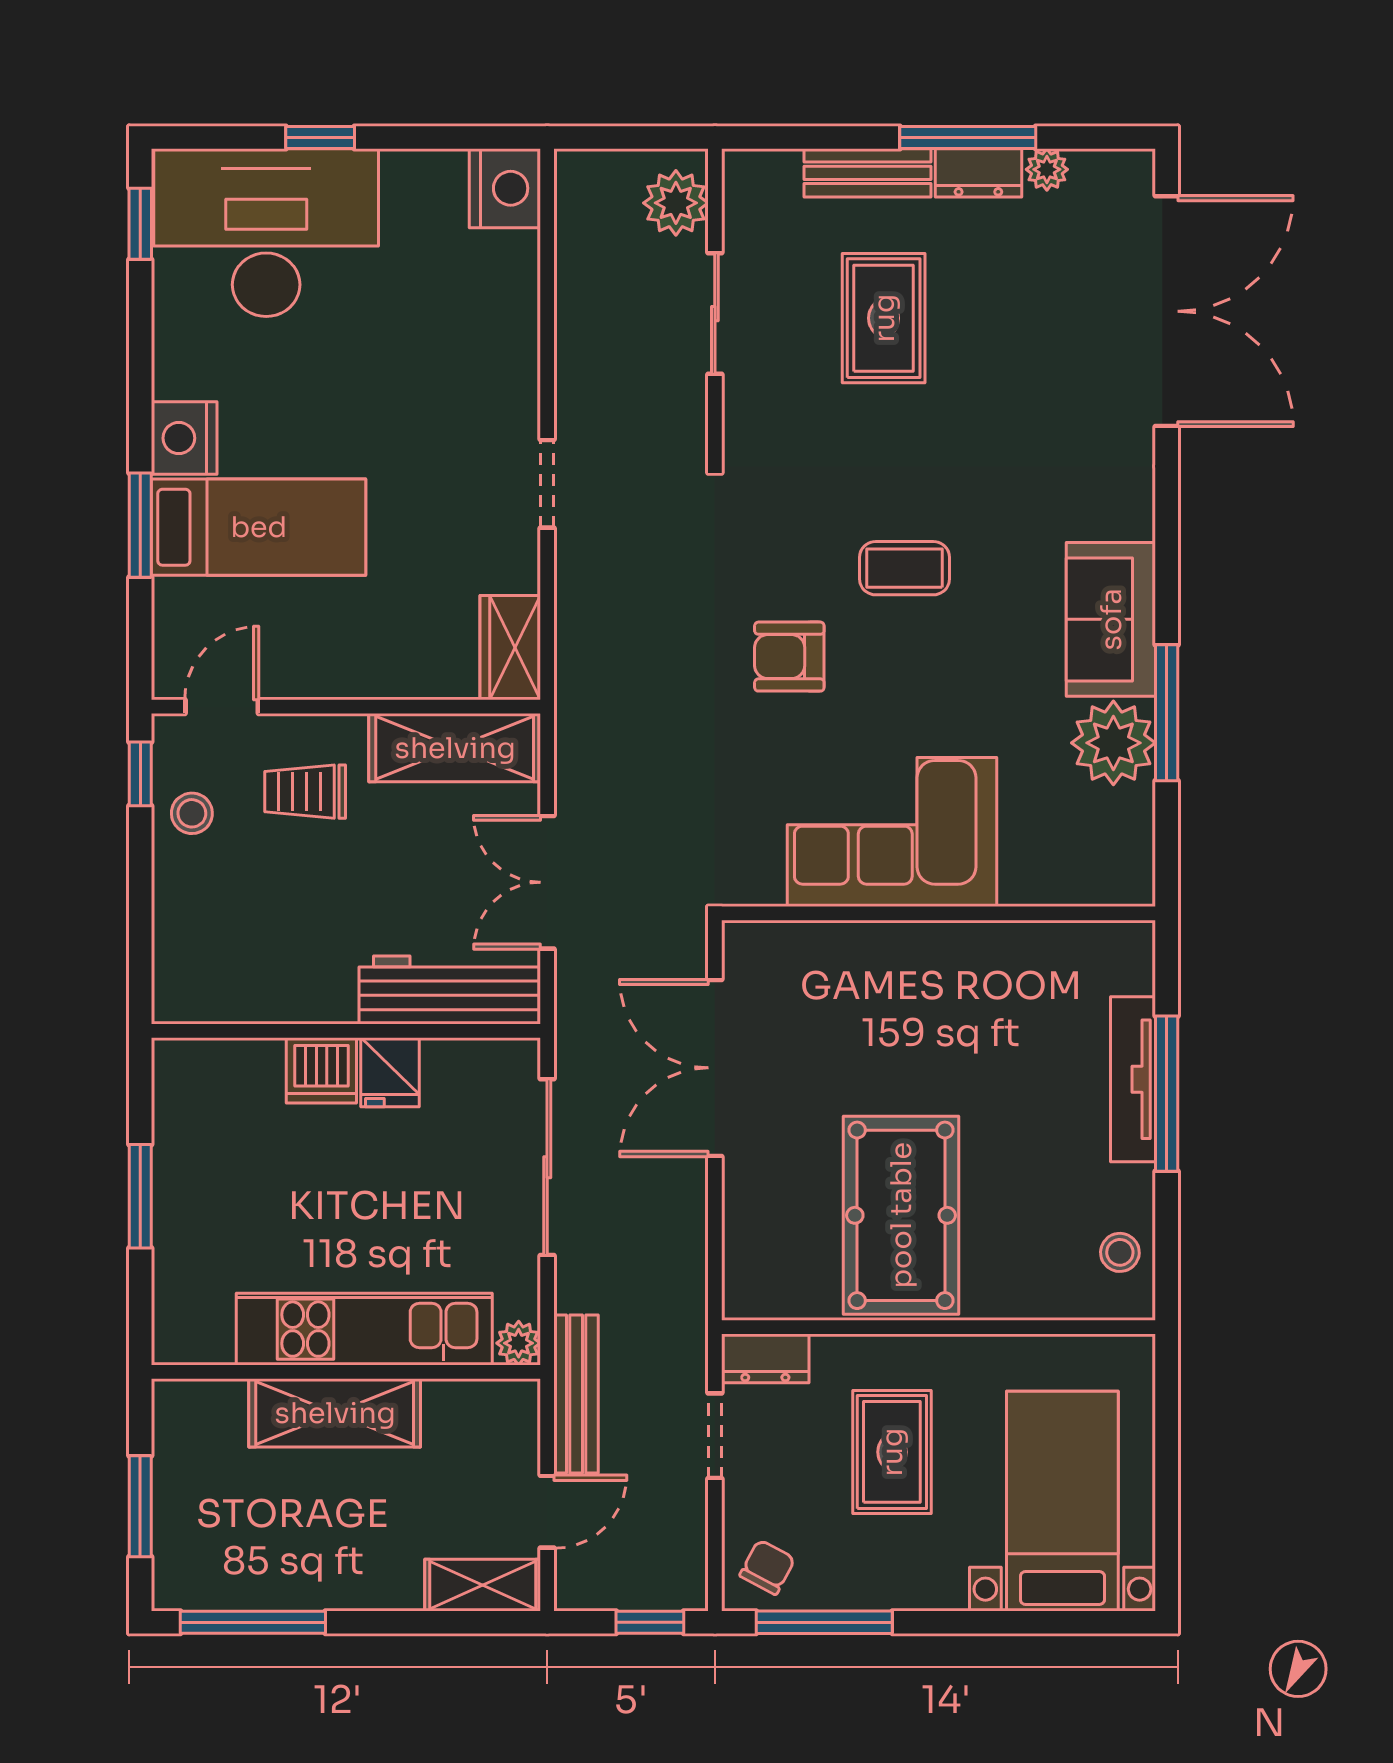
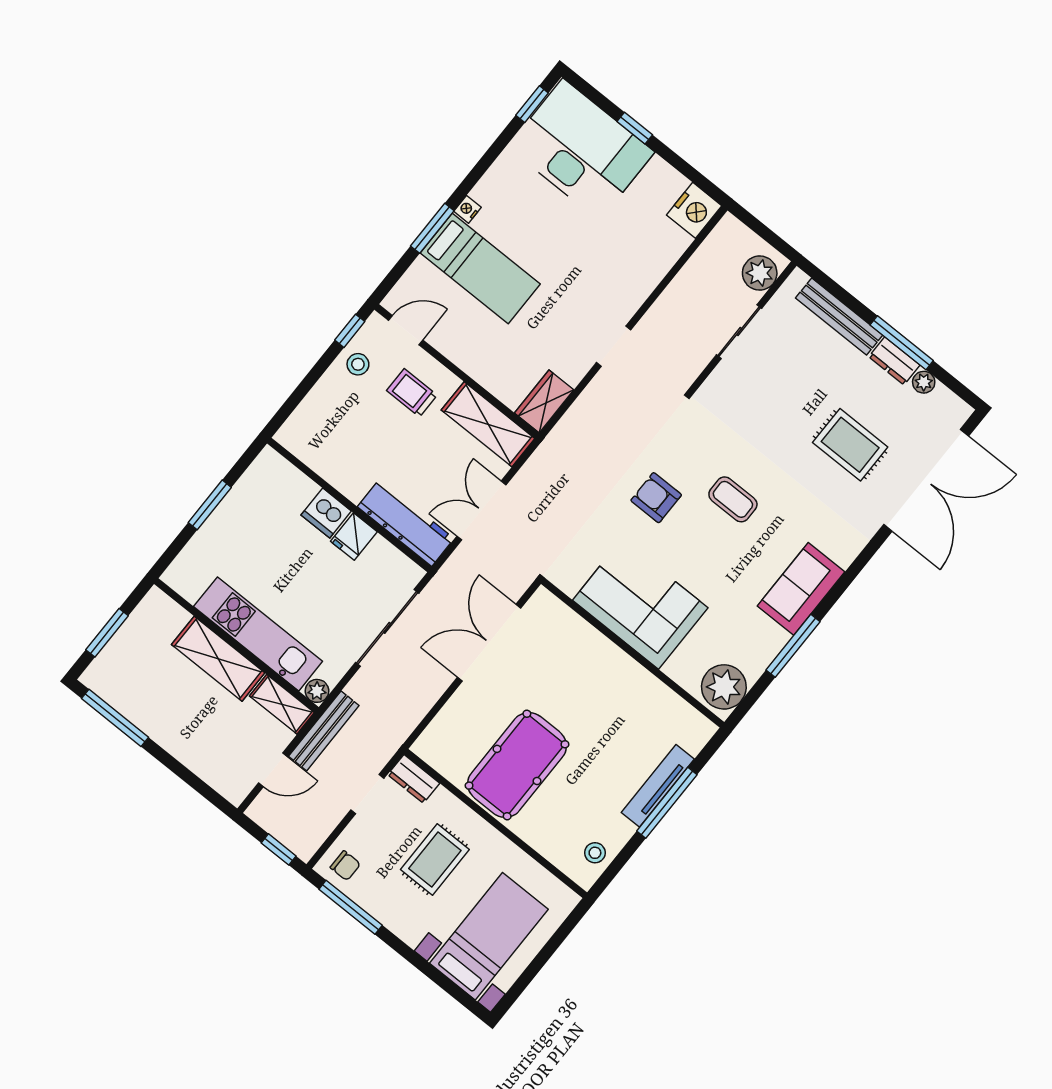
bench: (867, 173) -> (839, 316), width x1.36
rug: (884, 318) -> (850, 445), moved, turned 90
nightstand: (184, 438) -> (467, 209), width x0.53, depth x0.56
plant: (1113, 743) -> (724, 687), moved
chair: (767, 1567) -> (345, 866), turned 62
shelving: (483, 1585) -> (282, 704), moved

